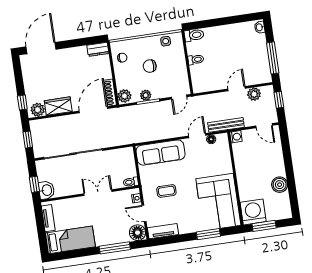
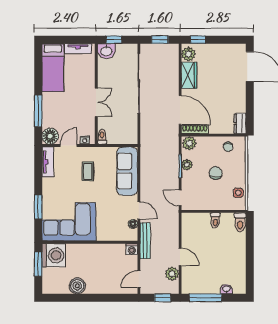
washbasin: (260, 27) -> (226, 289), moved

